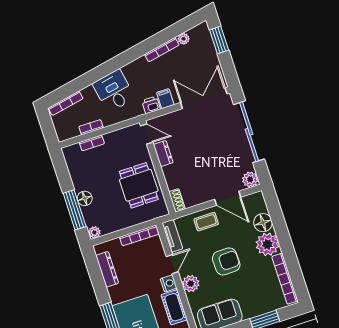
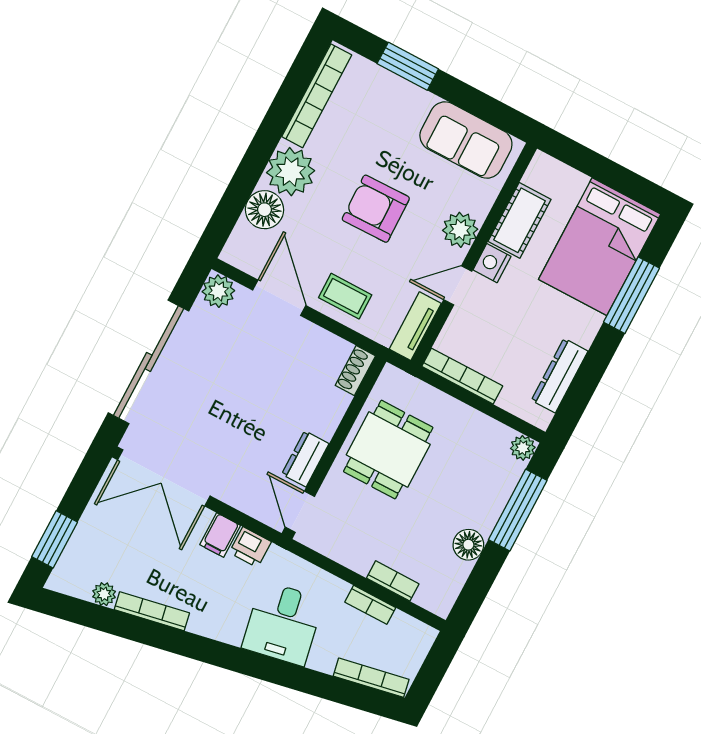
floor lamp: (85, 198) -> (468, 545), moved

